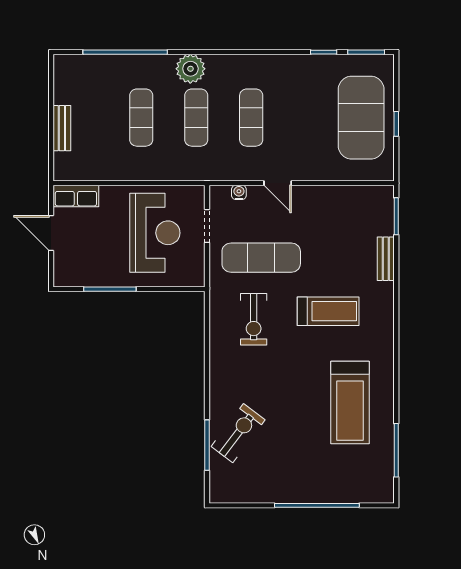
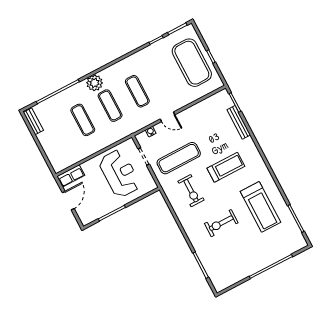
bench: (62, 128) -> (33, 121), moved
door: (51, 233) -> (68, 201), swing flipped
bench: (386, 259) -> (239, 122), width x1.36
exercise bike: (238, 433) -> (221, 223), moved, turned -127

